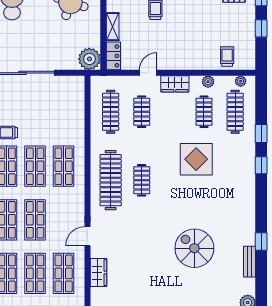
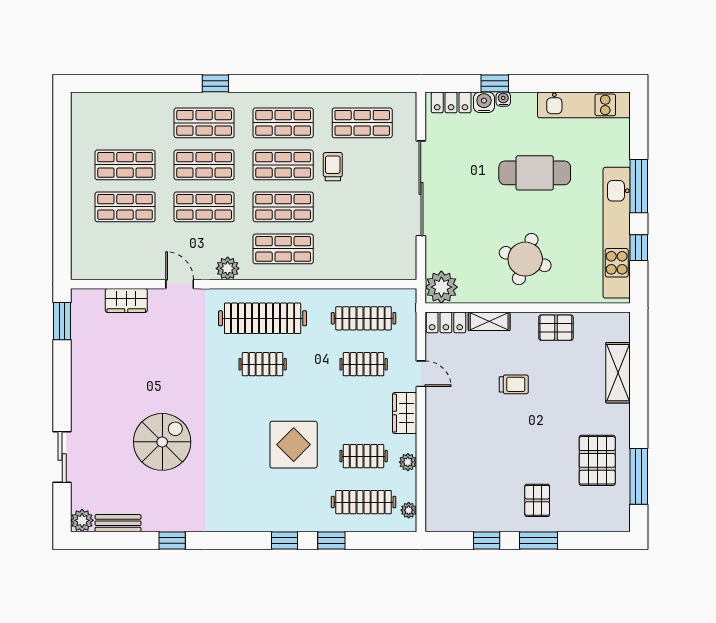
trolley: (227, 56) -> (445, 490), removed
plant: (77, 204) -> (228, 268), added
bench: (249, 262) -> (118, 523), moved
shop shelf: (64, 273) -> (125, 249), removed

